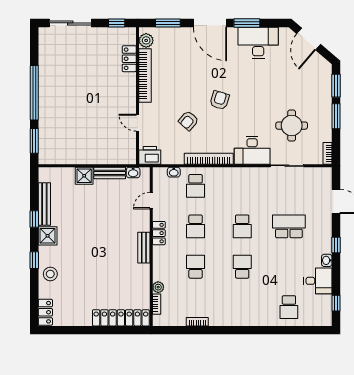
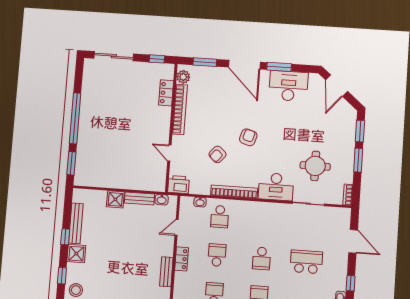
school desk: (196, 226) -> (217, 255), turned 180

